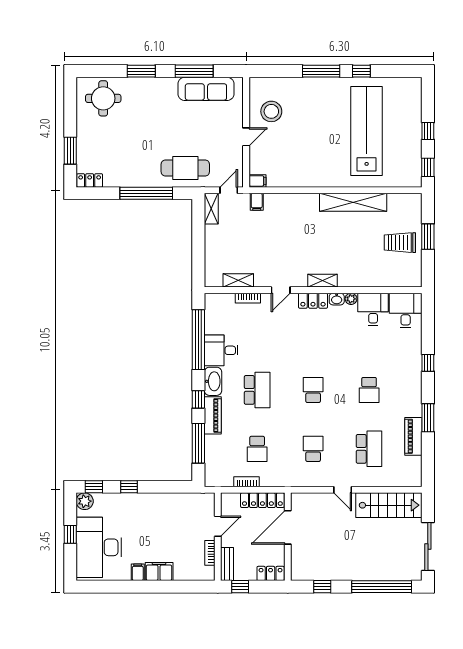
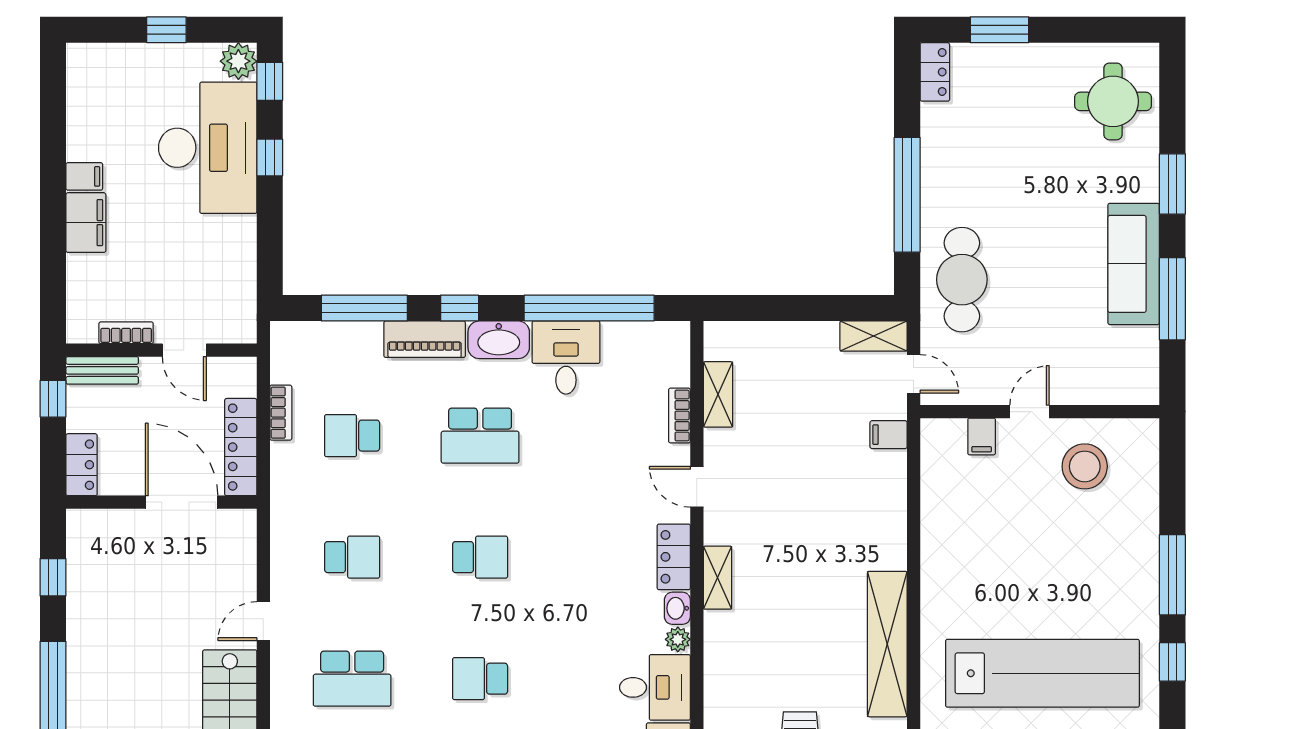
sofa: (206, 89) -> (1134, 264), moved
door: (246, 137) -> (1029, 412), swing flipped
filing cabinet: (258, 181) -> (982, 436), moved
desk: (99, 547) -> (208, 148), moved, turned 90

